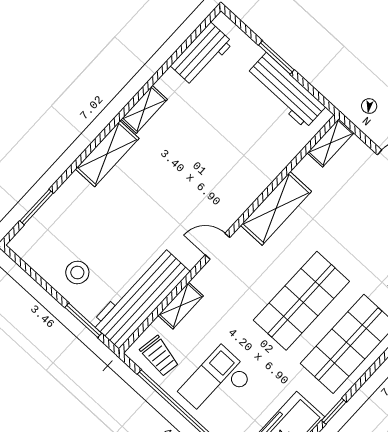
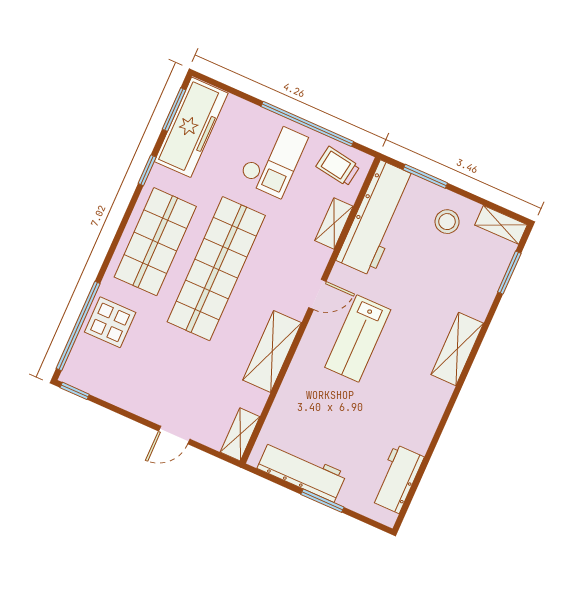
shelving: (144, 109) -> (501, 225), moved, turned 90
lab bench: (194, 194) -> (358, 339), added
shop shelf: (301, 301) -> (216, 269), width x1.40

